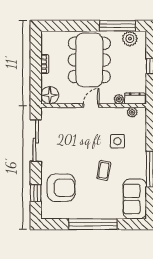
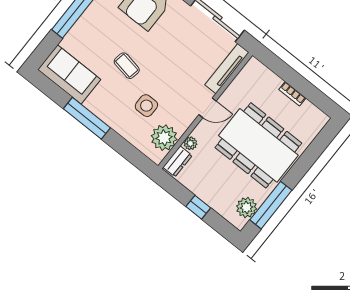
floor lamp: (50, 95) -> (254, 72), removed
door: (91, 106) -> (208, 108), hinge flipped
tv unit: (60, 112) -> (227, 69), added
plant: (132, 112) -> (164, 138), width x1.87, depth x1.87

